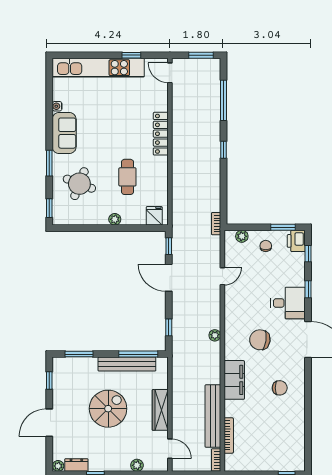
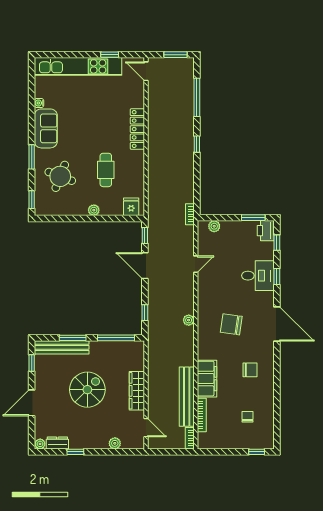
chair: (266, 246) -> (247, 417), moved
desk: (288, 303) -> (258, 276), moved
window: (79, 354) -> (73, 338), moved
bench: (127, 364) -> (62, 347), moved
filing cabinet: (234, 380) -> (207, 379), moved

